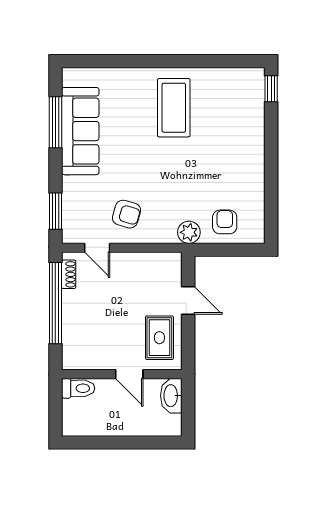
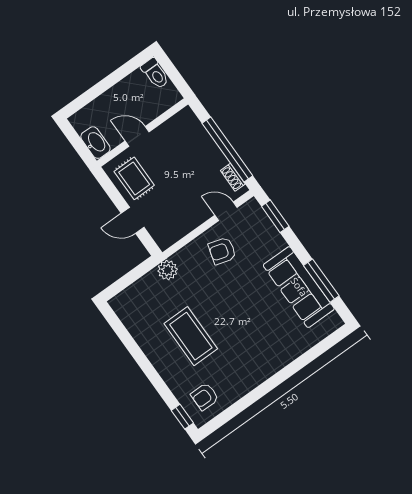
coffee table: (174, 108) -> (191, 336), moved
armchair: (225, 222) -> (205, 397), moved, turned 90
toilet: (78, 388) -> (155, 73), moved, turned -90

